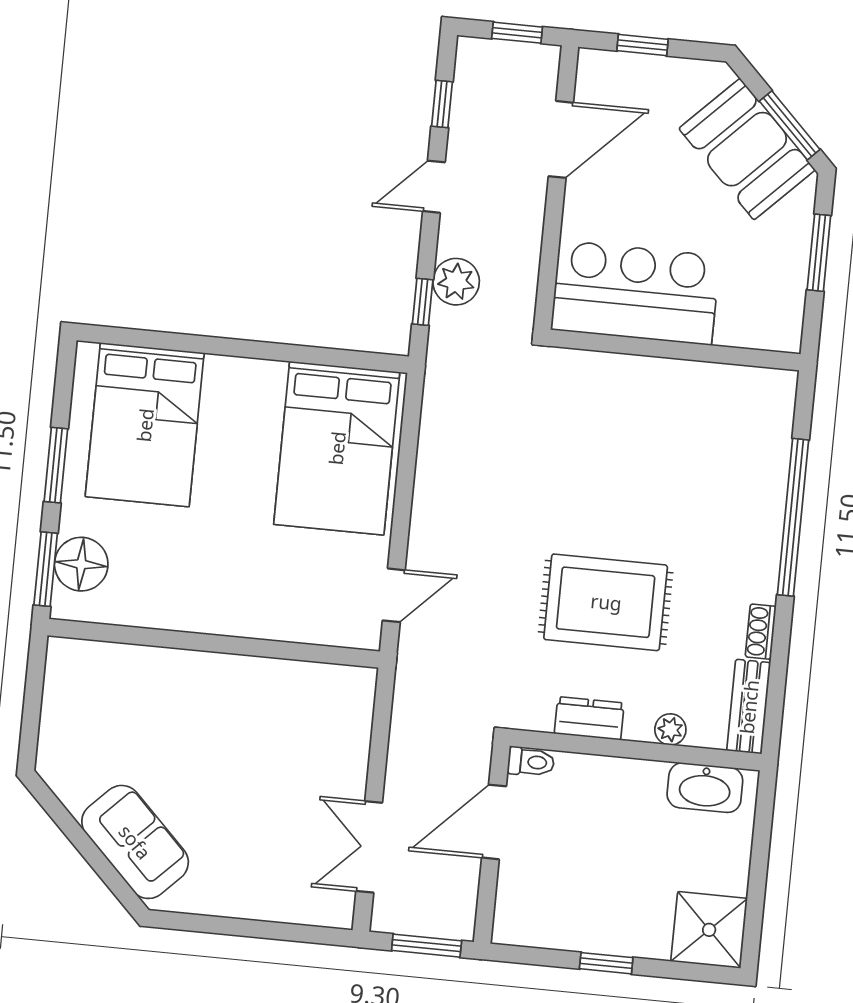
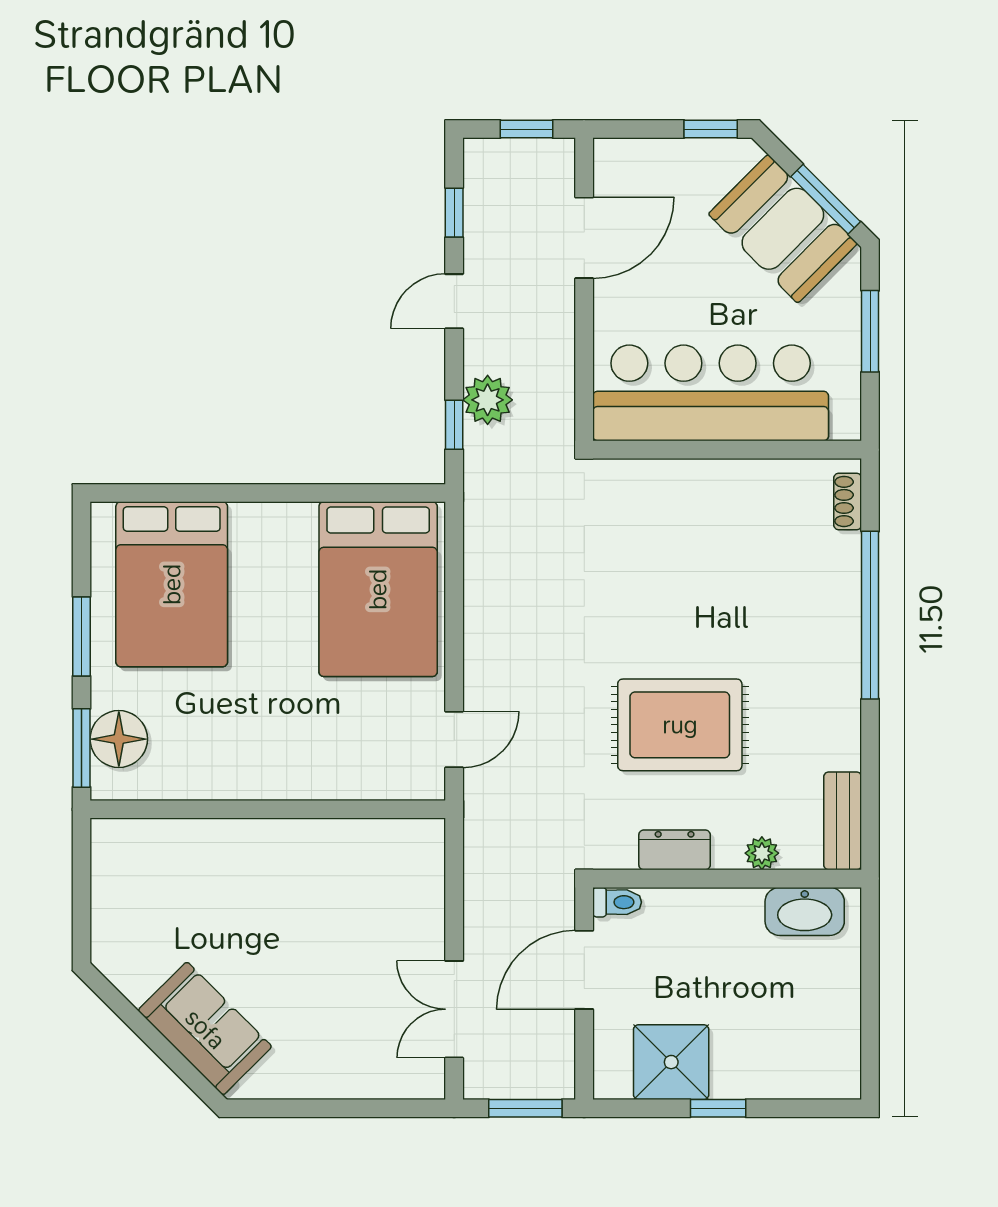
window: (643, 45) -> (711, 129), moved
bar counter: (635, 293) -> (711, 393), width x1.36
shoe rack: (761, 632) -> (848, 501), moved
shower: (709, 930) -> (671, 1062), moved

